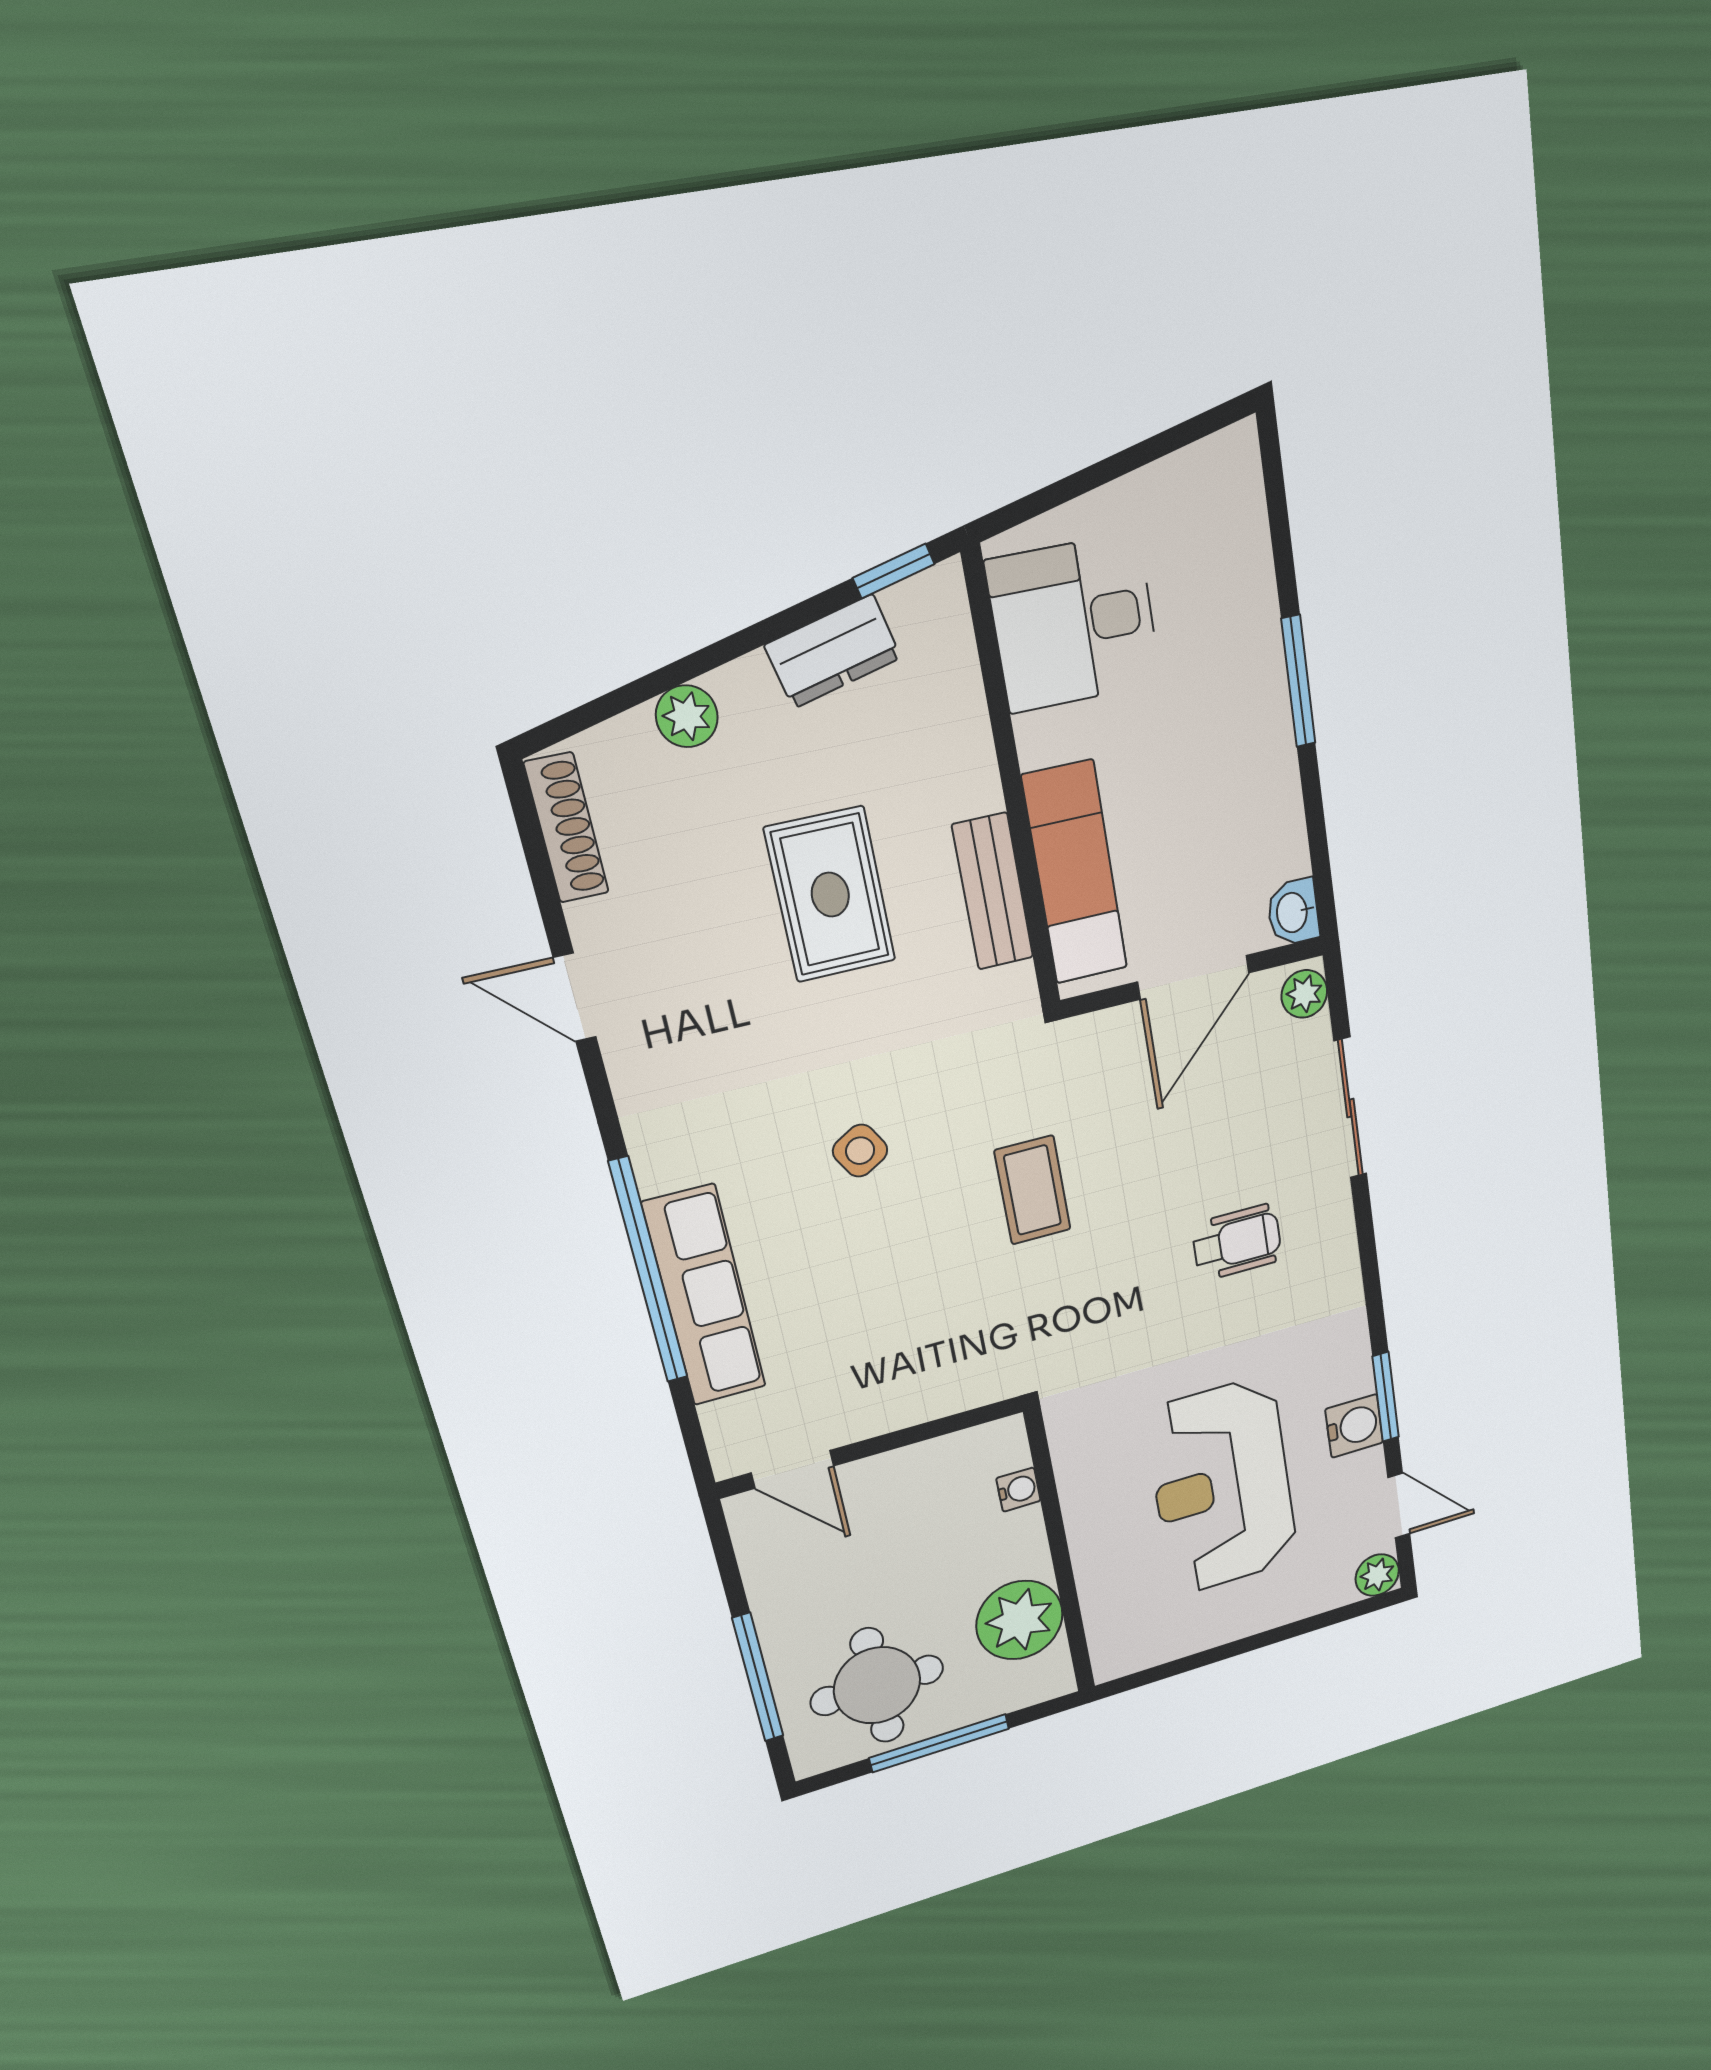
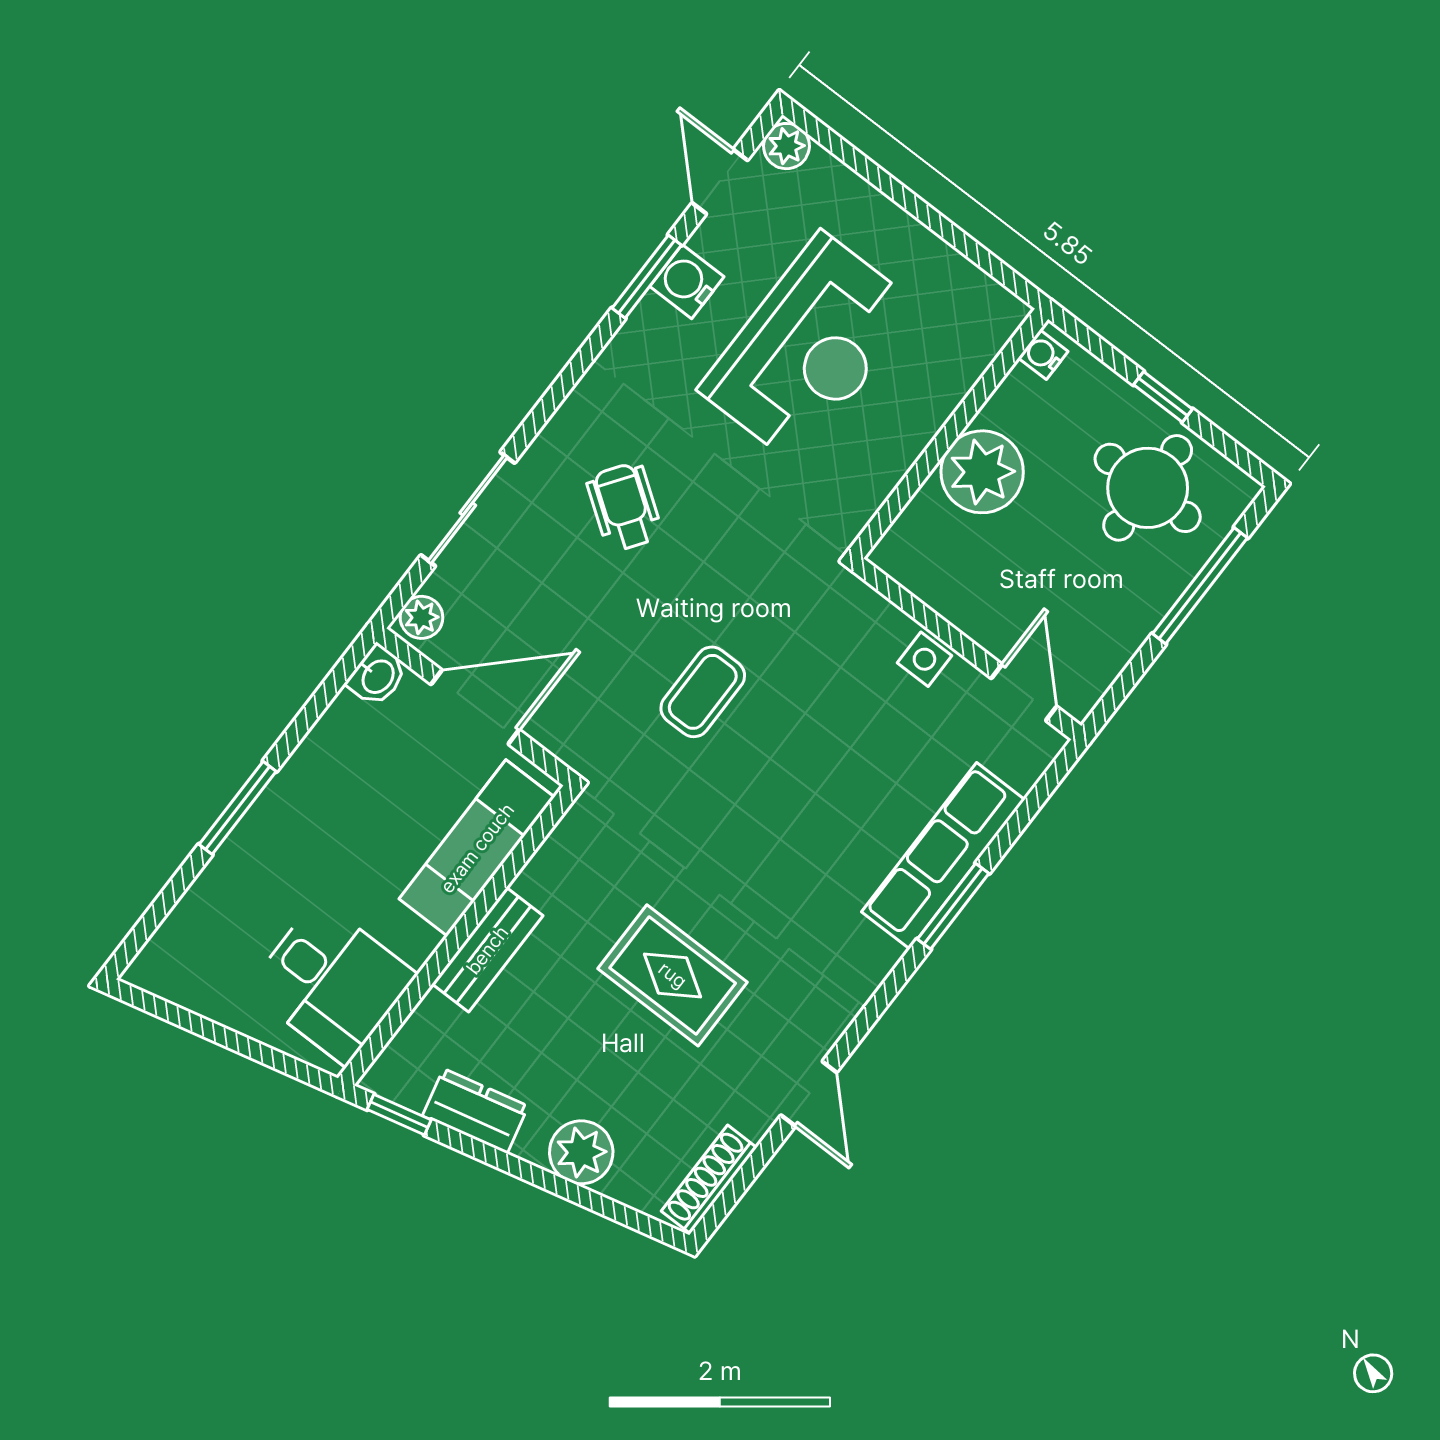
plant: (687, 716) -> (581, 1152), width x1.38, depth x1.38
bench: (993, 892) -> (487, 950), moved
rug: (830, 895) -> (673, 975), moved, turned 90
side table: (860, 1151) -> (924, 659), moved, turned 30
wheelchair: (1237, 1242) -> (624, 507), turned 35
window: (648, 1271) -> (953, 906), width x0.47
water cooler: (1018, 1490) -> (1043, 355), moved
plant: (1020, 1620) -> (982, 472), moved
window: (939, 1743) -> (1163, 397), width x0.46

